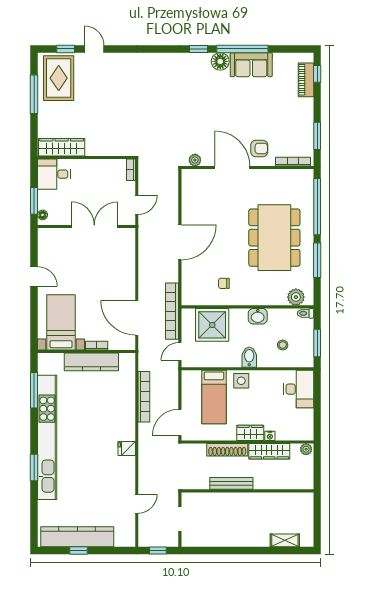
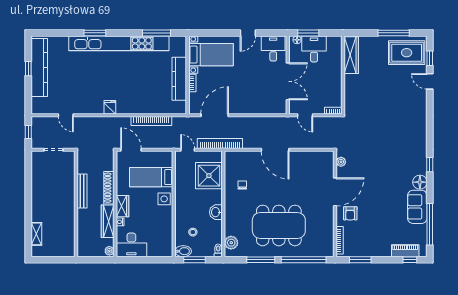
door: (94, 49) -> (430, 81), swing flipped
window: (242, 49) -> (430, 224), moved
desk: (54, 174) -> (314, 49), moved
desk: (53, 245) -> (273, 49), added
bidet: (249, 357) -> (183, 251), moved
desk: (299, 389) -> (131, 245), moved

